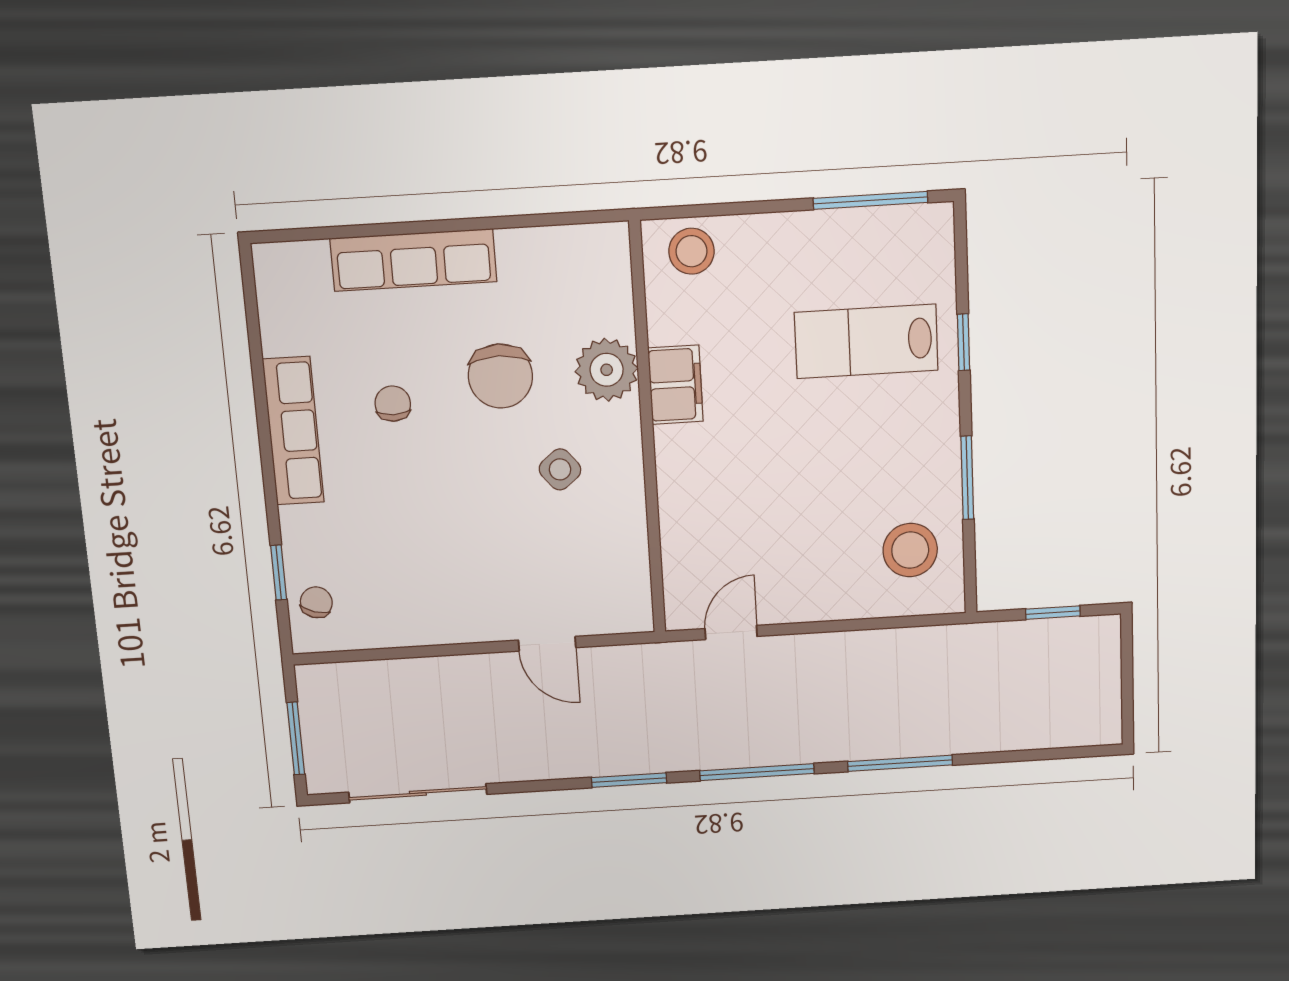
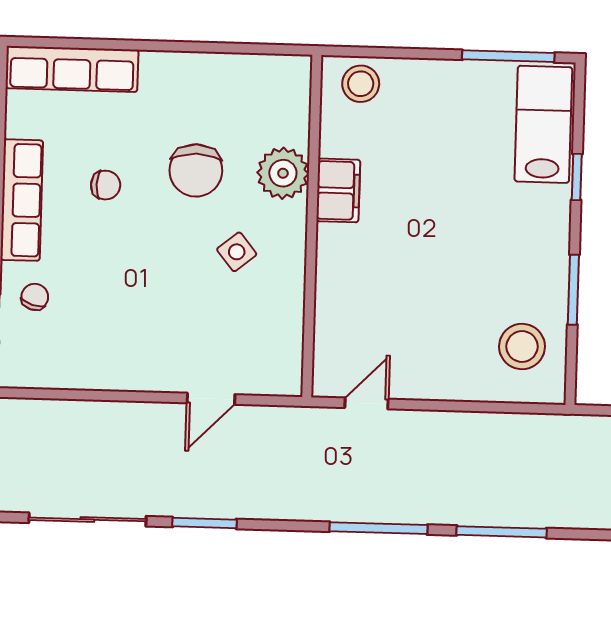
row of seats: (413, 260) -> (72, 69), moved
lab bench: (866, 341) -> (543, 124), moved, turned 90
chair: (393, 404) -> (106, 185), turned 92
chair: (316, 602) -> (35, 297), moved
door: (547, 644) -> (211, 399), hinge flipped
window: (629, 780) -> (204, 523), moved

